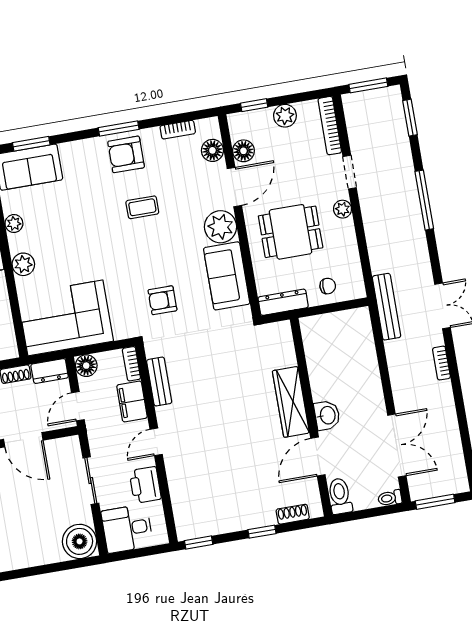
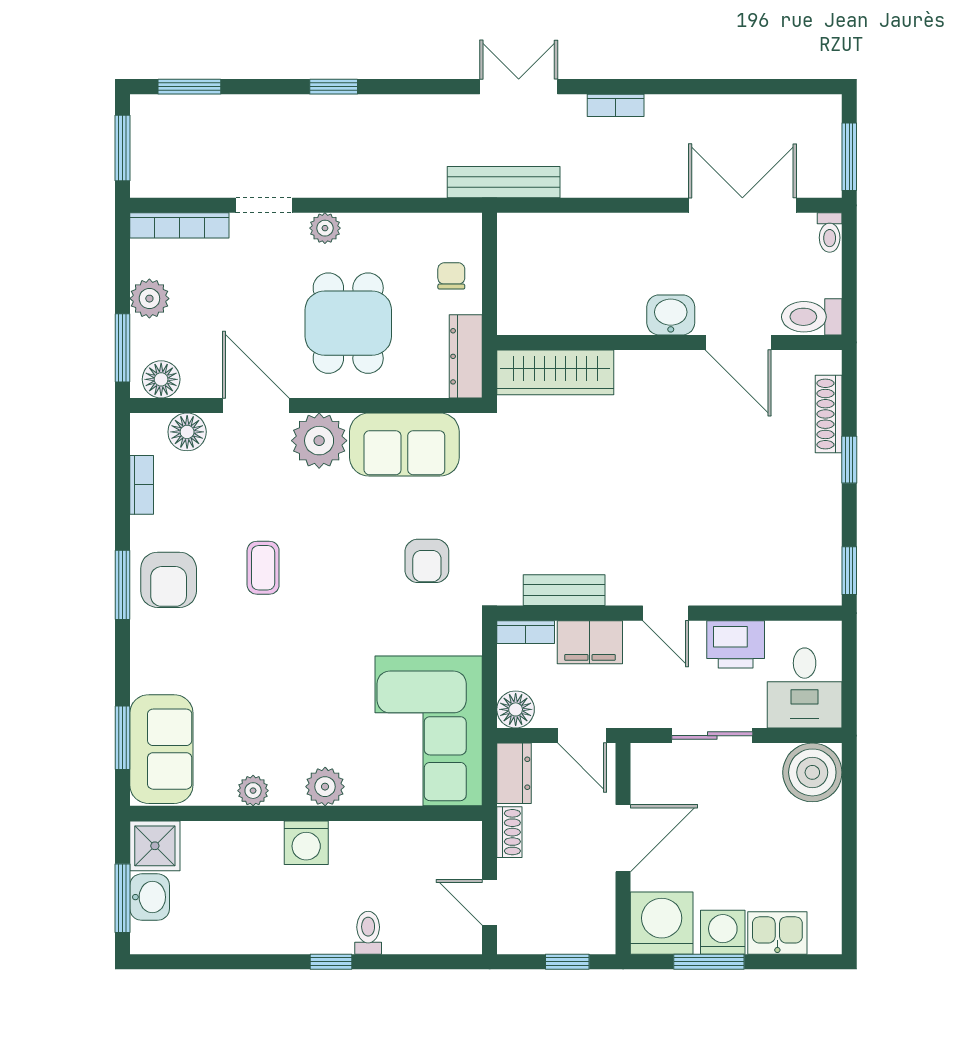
window: (254, 105) -> (122, 348), width x1.50
floor lamp: (243, 151) -> (161, 379), moved
window: (424, 200) -> (334, 87), width x0.46
wardrobe: (291, 402) -> (555, 372), moved
shoe rack: (293, 514) -> (829, 414), width x1.43

